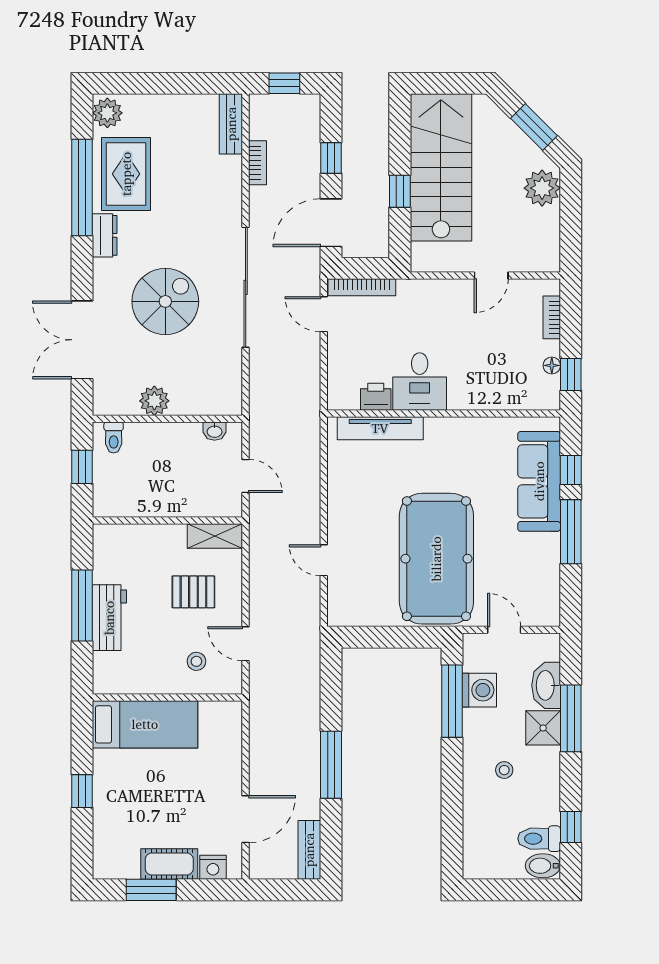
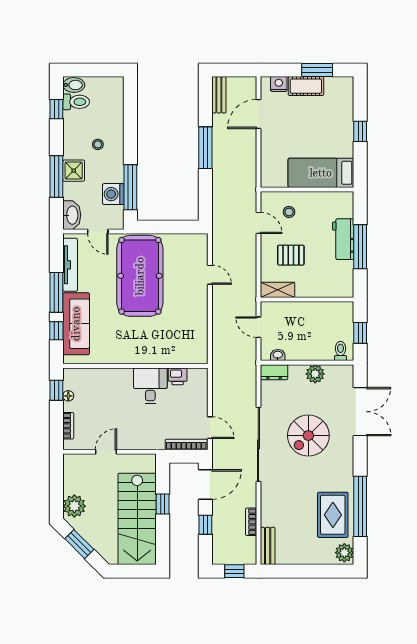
dresser: (105, 235) -> (274, 372), moved, turned -90
tv unit: (380, 428) -> (70, 265), moved, turned 90
washbasin: (546, 685) -> (72, 215), moved

